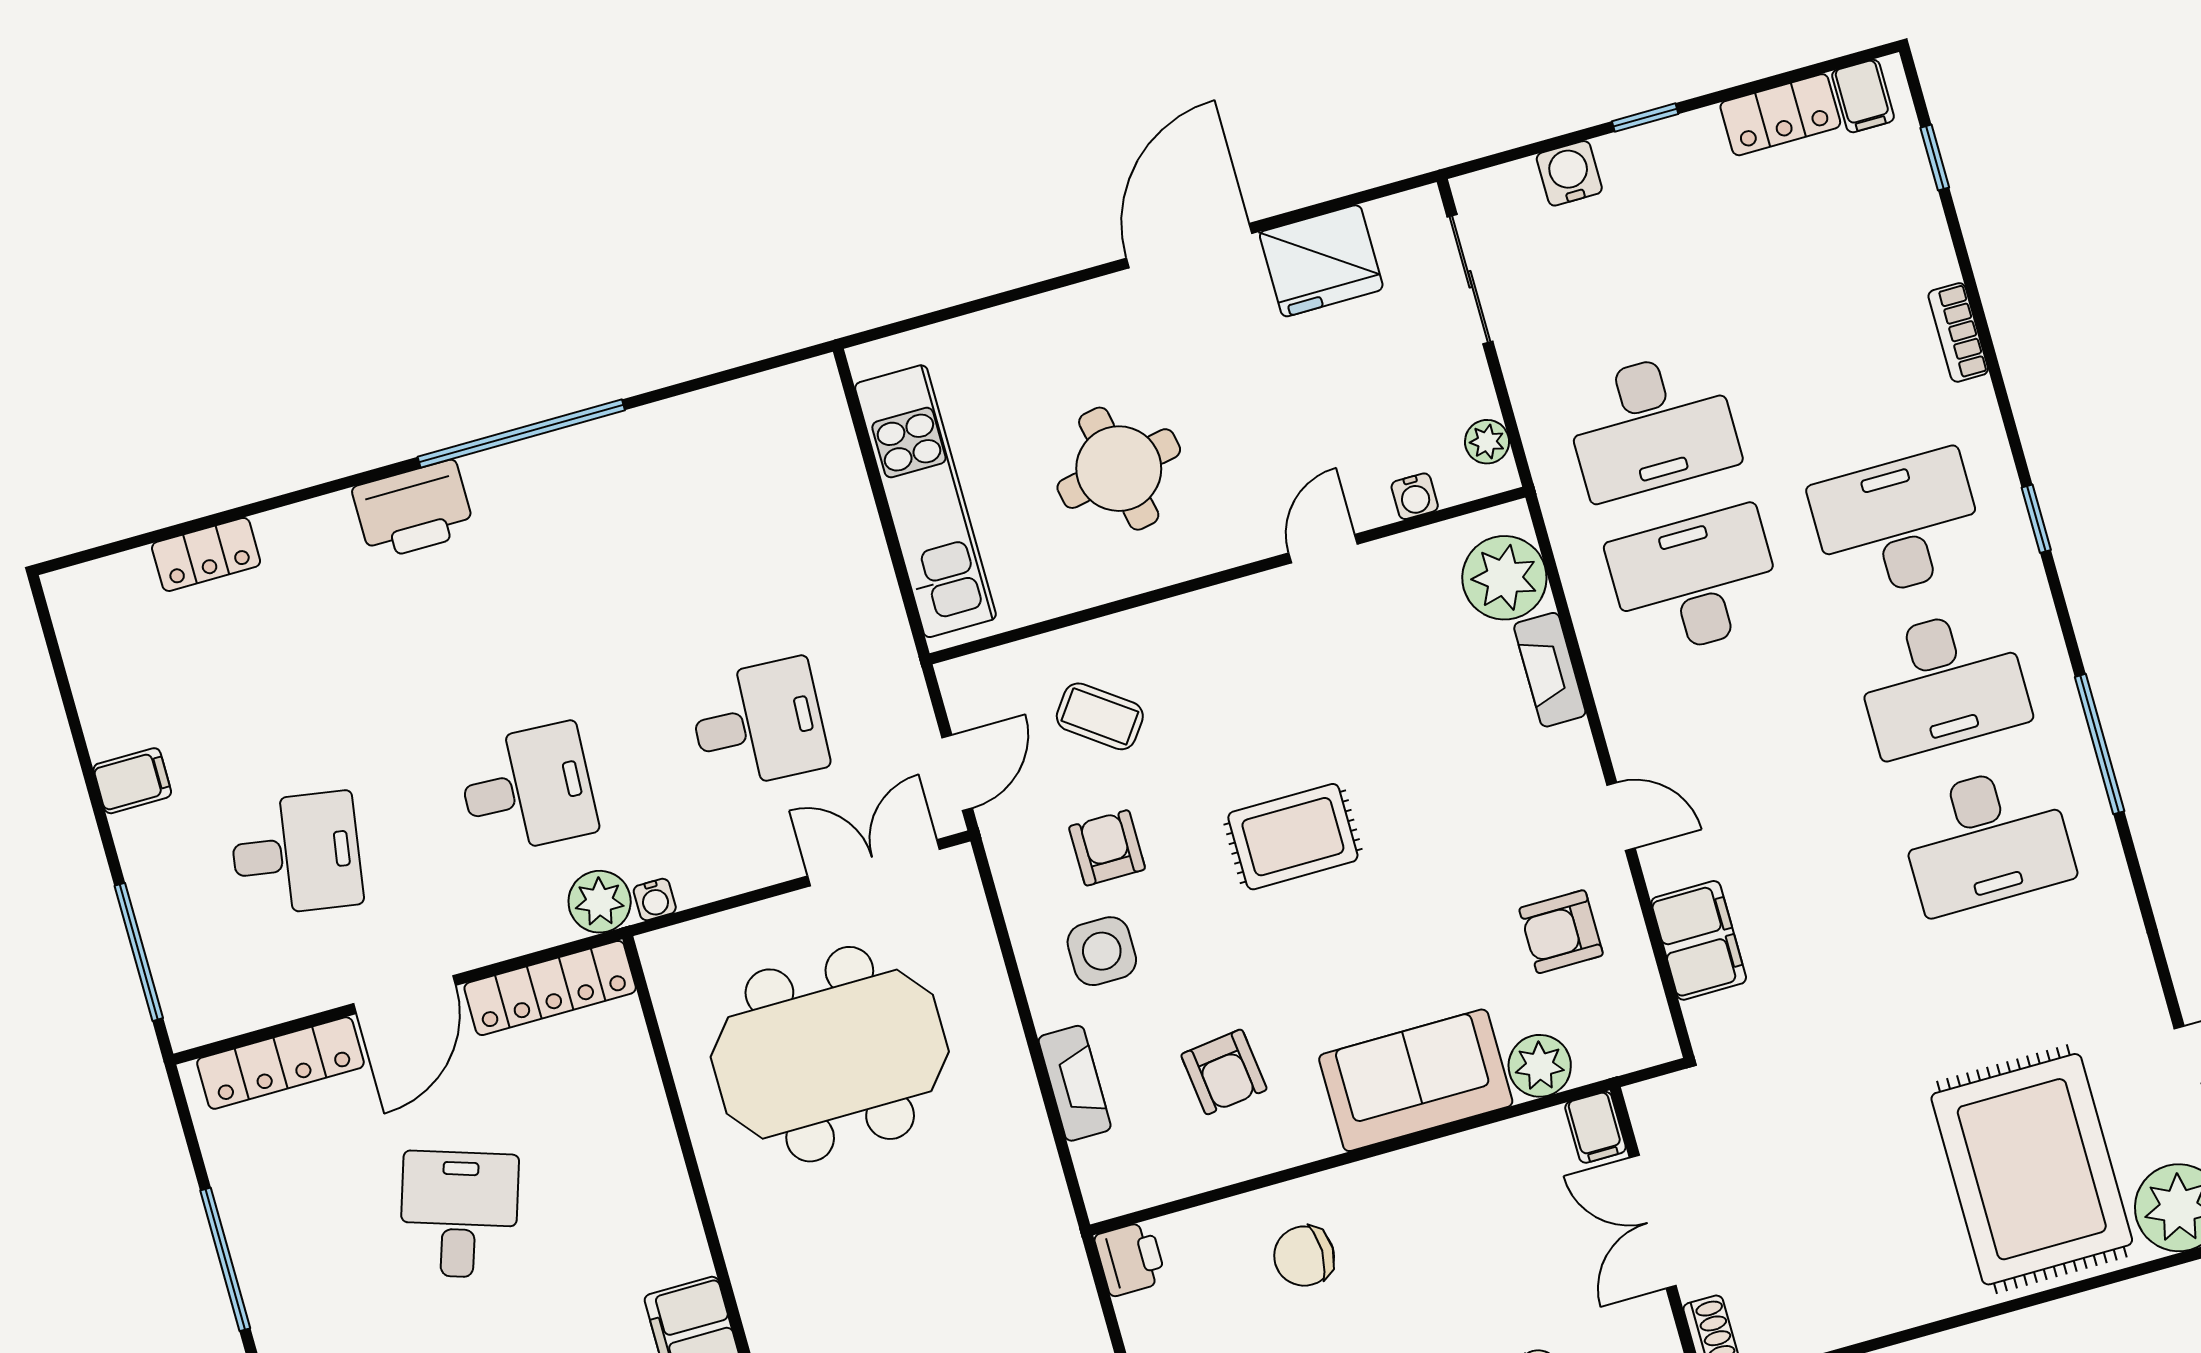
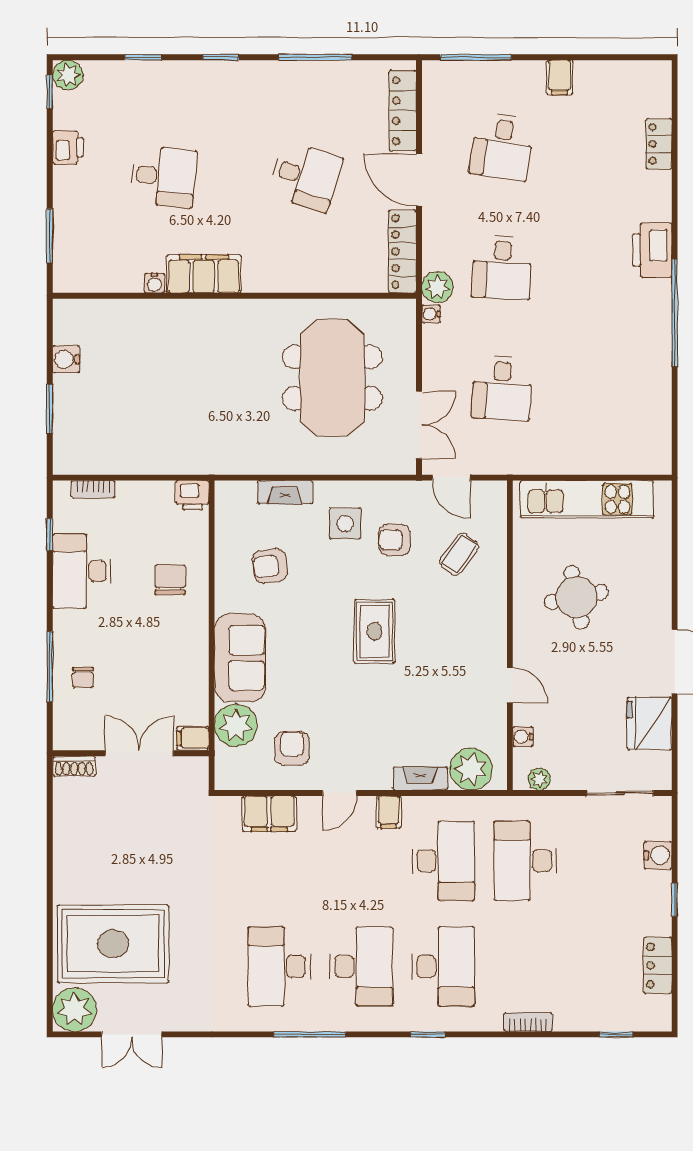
filing cabinet: (1863, 96) -> (389, 812), moved, turned -90
desk: (1942, 682) -> (361, 966), turned 180
armchair: (1107, 848) -> (394, 540), turned 180
plant: (1540, 1066) -> (236, 725), width x1.36, depth x1.36

